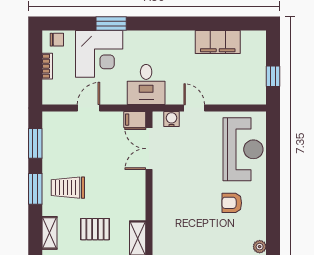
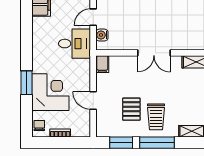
desk: (146, 84) -> (75, 44), moved
double door: (149, 149) -> (154, 53), moved
window: (35, 189) -> (157, 143), width x1.44
pallet: (95, 229) -> (131, 109), moved

